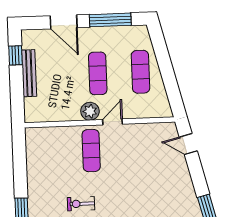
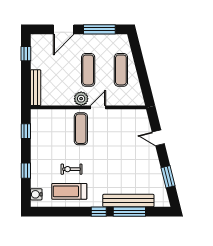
door: (64, 22) -> (64, 29), hinge flipped
bench: (29, 73) -> (36, 88), moved
door: (188, 144) -> (158, 138), moved
window: (19, 156) -> (26, 131), added

